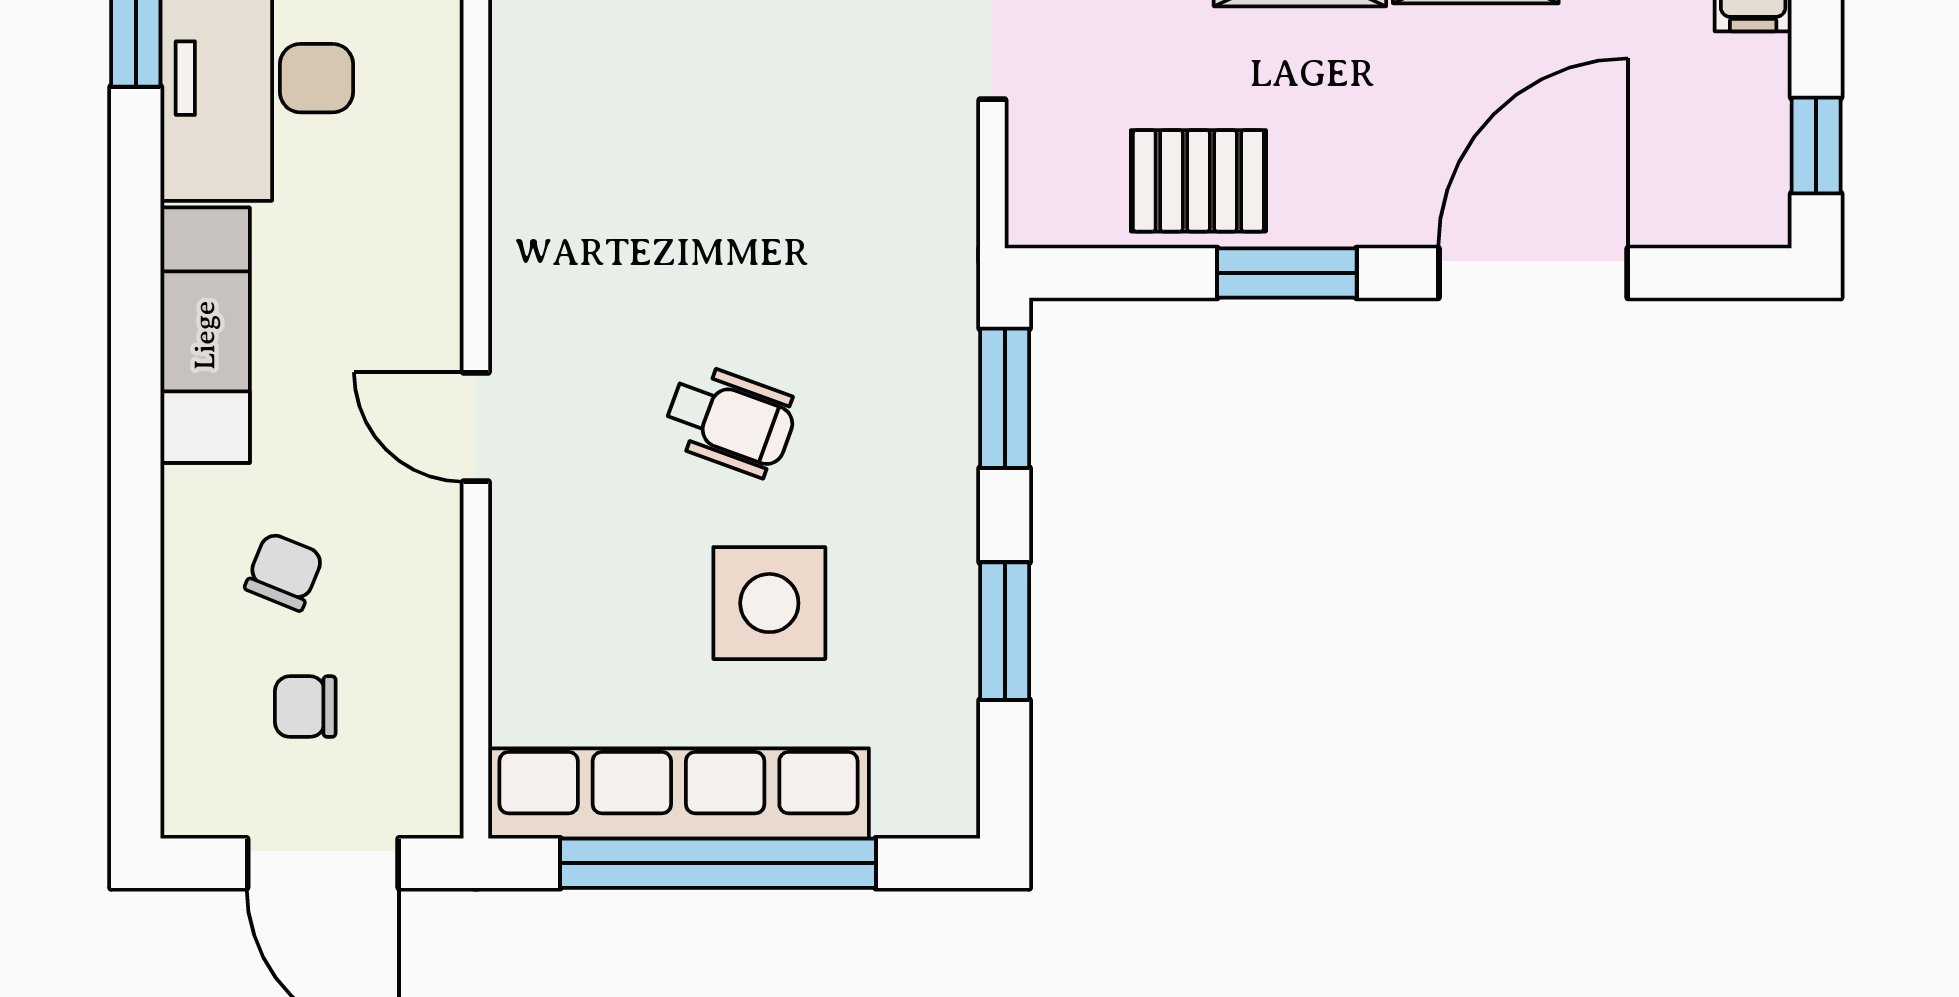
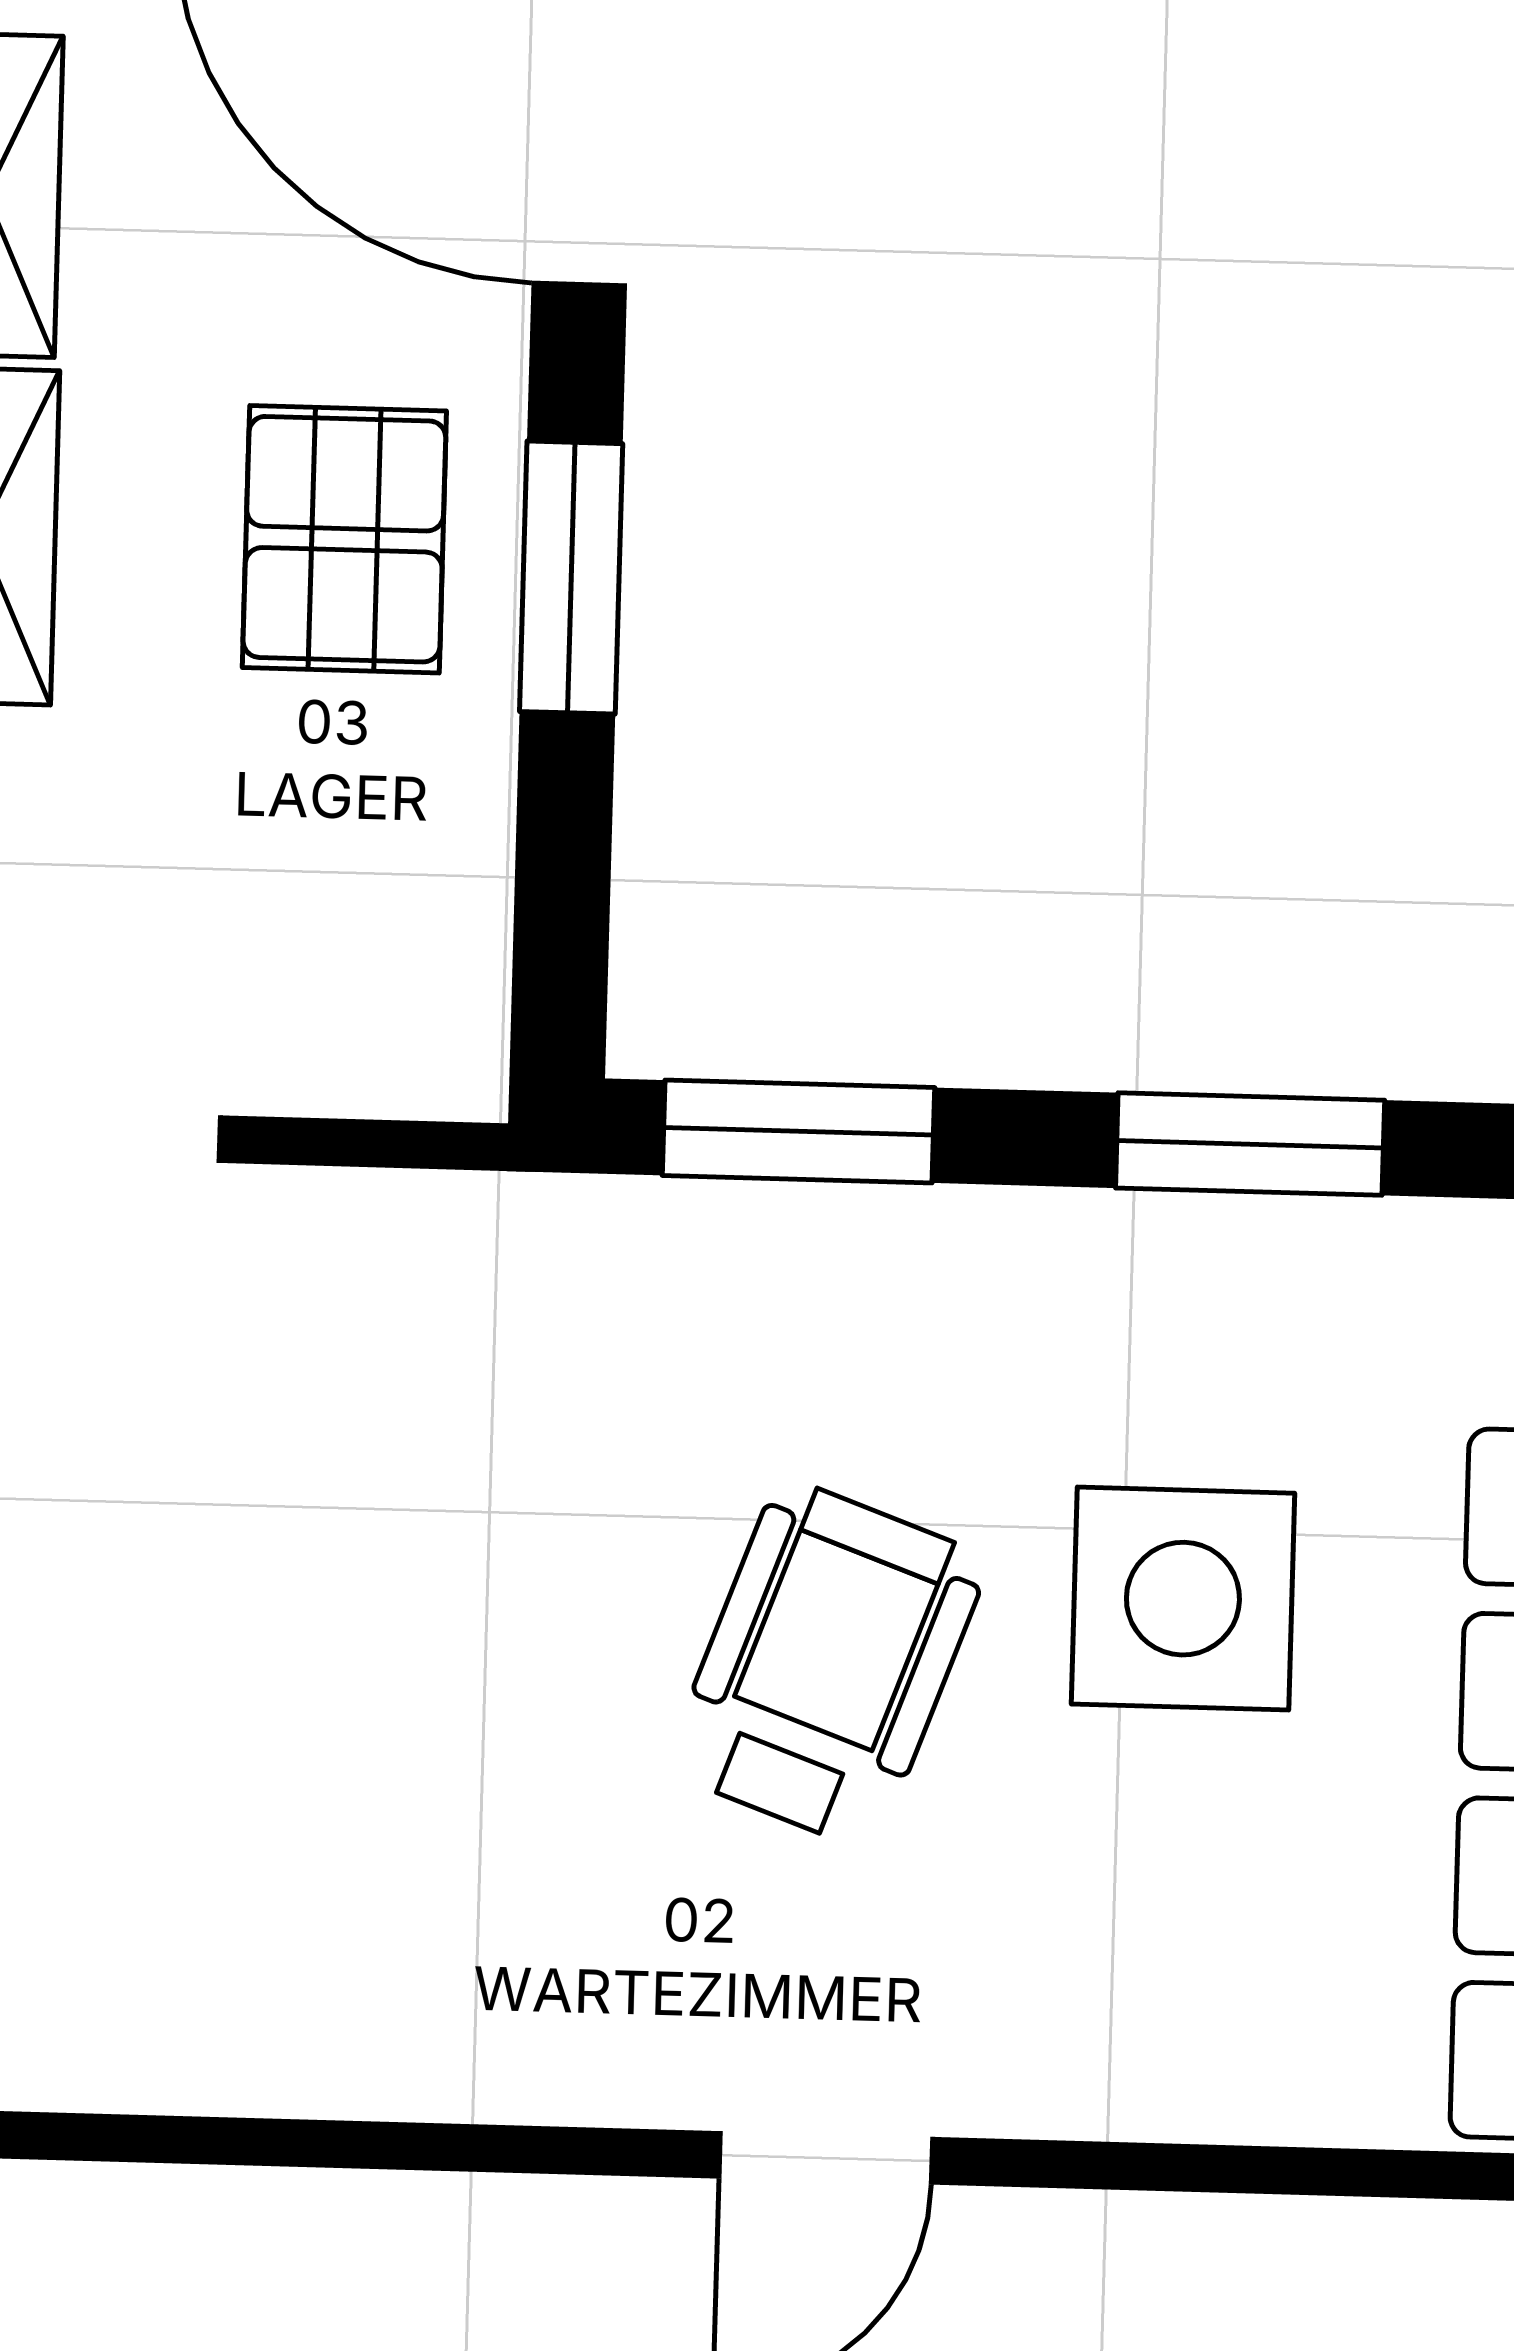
pallet: (1198, 181) -> (344, 539), moved
wheelchair: (730, 420) -> (827, 1664), width x1.36, depth x1.37

